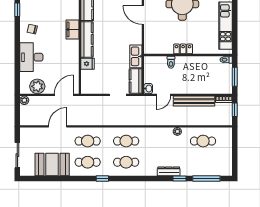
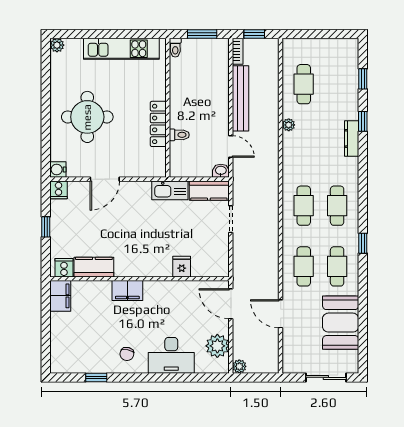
kitchen counter: (87, 39) -> (143, 268), removed
locker: (183, 49) -> (158, 124), width x1.53
window: (206, 178) -> (363, 79), width x0.46

